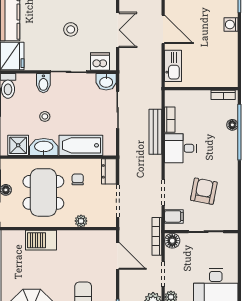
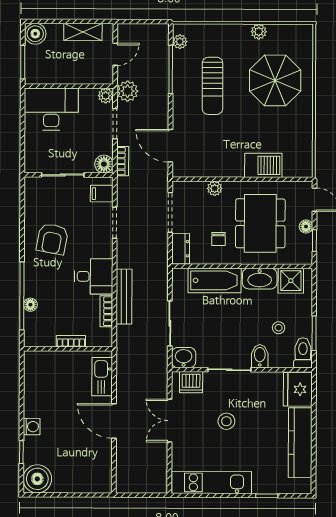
bookcase: (223, 95) -> (71, 341), moved
stool: (45, 116) -> (279, 328), moved
armchair: (204, 191) -> (52, 239), moved
bookcase: (157, 236) -> (123, 161), width x0.64

